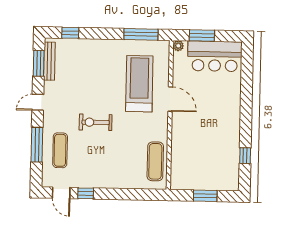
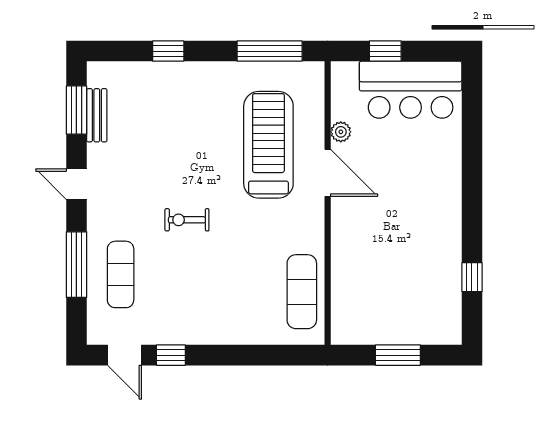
window: (70, 33) -> (168, 51), moved
window: (202, 36) -> (385, 51), width x0.67
plant: (178, 46) -> (341, 132), moved
bench: (49, 61) -> (97, 115), width x0.73
door: (38, 102) -> (76, 184), hinge flipped
exercise bike: (96, 122) -> (187, 220), width x0.73, depth x0.72

